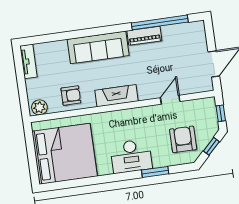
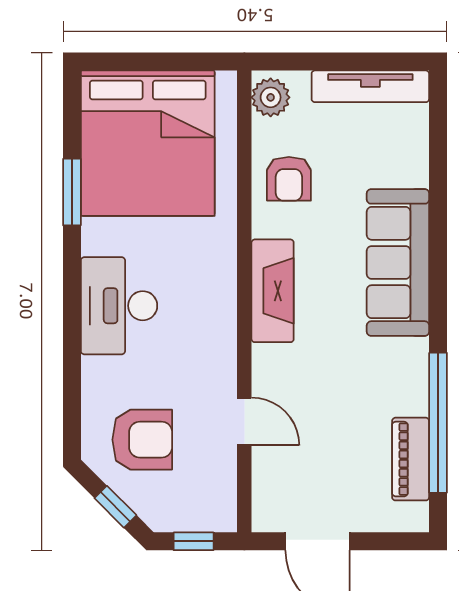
piano: (144, 36) -> (411, 459), moved
tv unit: (28, 61) -> (370, 86), width x1.41
window: (155, 172) -> (72, 192), moved

